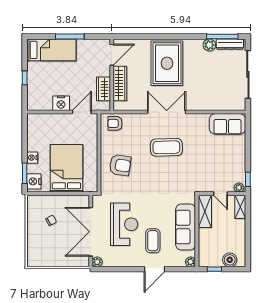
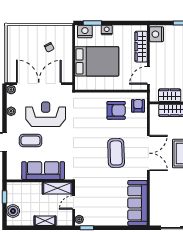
nightstand: (61, 103) -> (156, 34), moved
door: (82, 112) -> (148, 75), swing flipped
wardrobe: (50, 120) -> (141, 47), added
sofa: (227, 124) -> (138, 203), width x1.36
armchair: (120, 165) -> (116, 110), moved, turned -98
shelving: (240, 207) -> (45, 221), moved
reception desk: (124, 224) -> (46, 114), turned 180
plant: (191, 262) -> (11, 111), moved

